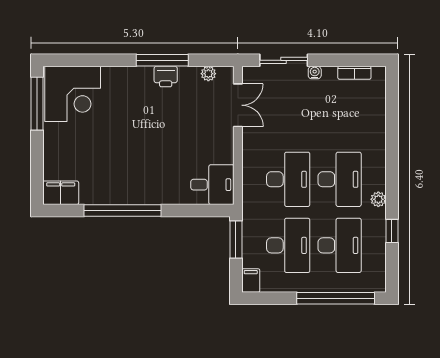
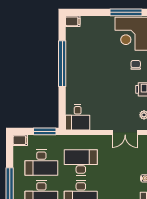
chair: (125, 87) -> (136, 65), added
desk: (288, 179) -> (81, 163), turned 180
filing cabinet: (61, 193) -> (73, 21), width x0.50

